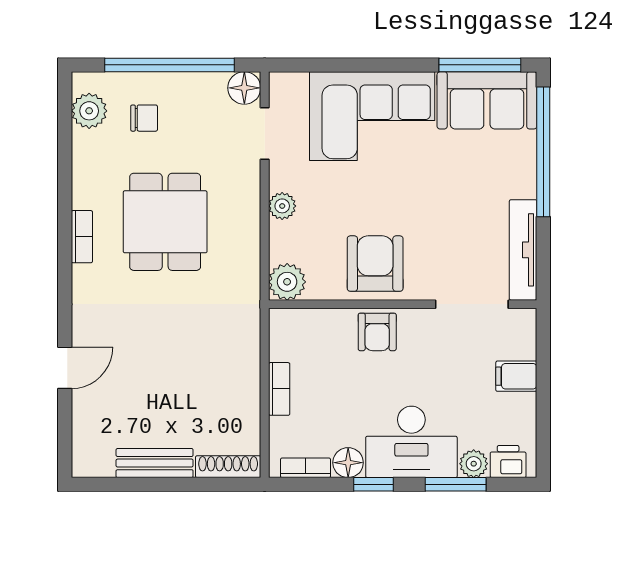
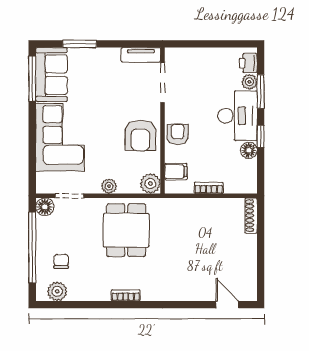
window: (543, 152) -> (80, 44), width x0.47
dining table: (165, 222) -> (126, 230), moved, turned 90
tv unit: (523, 250) -> (141, 55), width x0.71
armchair: (375, 264) -> (140, 136), turned -90
armchair: (377, 332) -> (178, 134), turned -90
door: (65, 368) -> (227, 305), moved
filing cabinet: (516, 376) -> (176, 172), moved, turned -90
bench: (155, 463) -> (249, 256), removed
bookcase: (305, 468) -> (252, 173), removed

